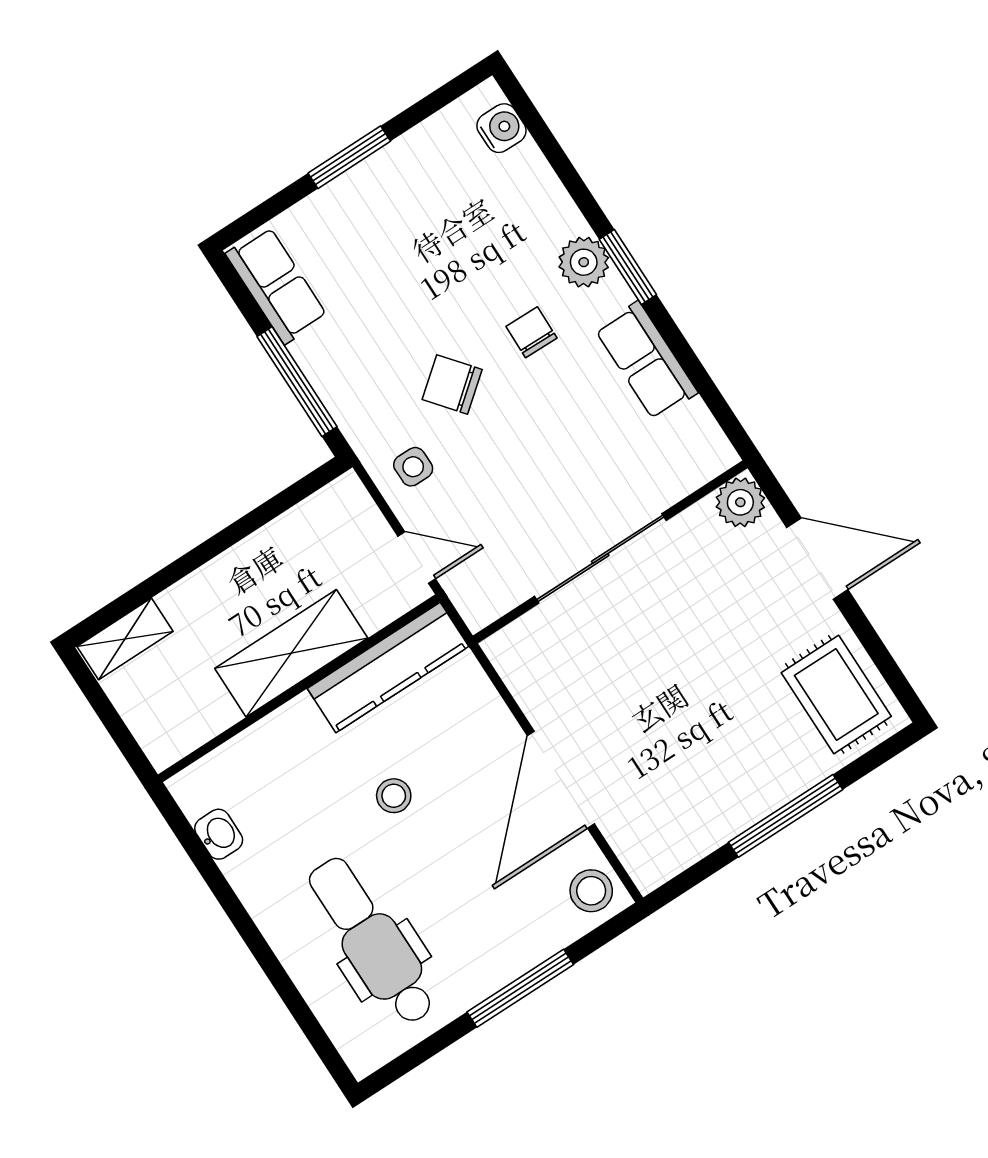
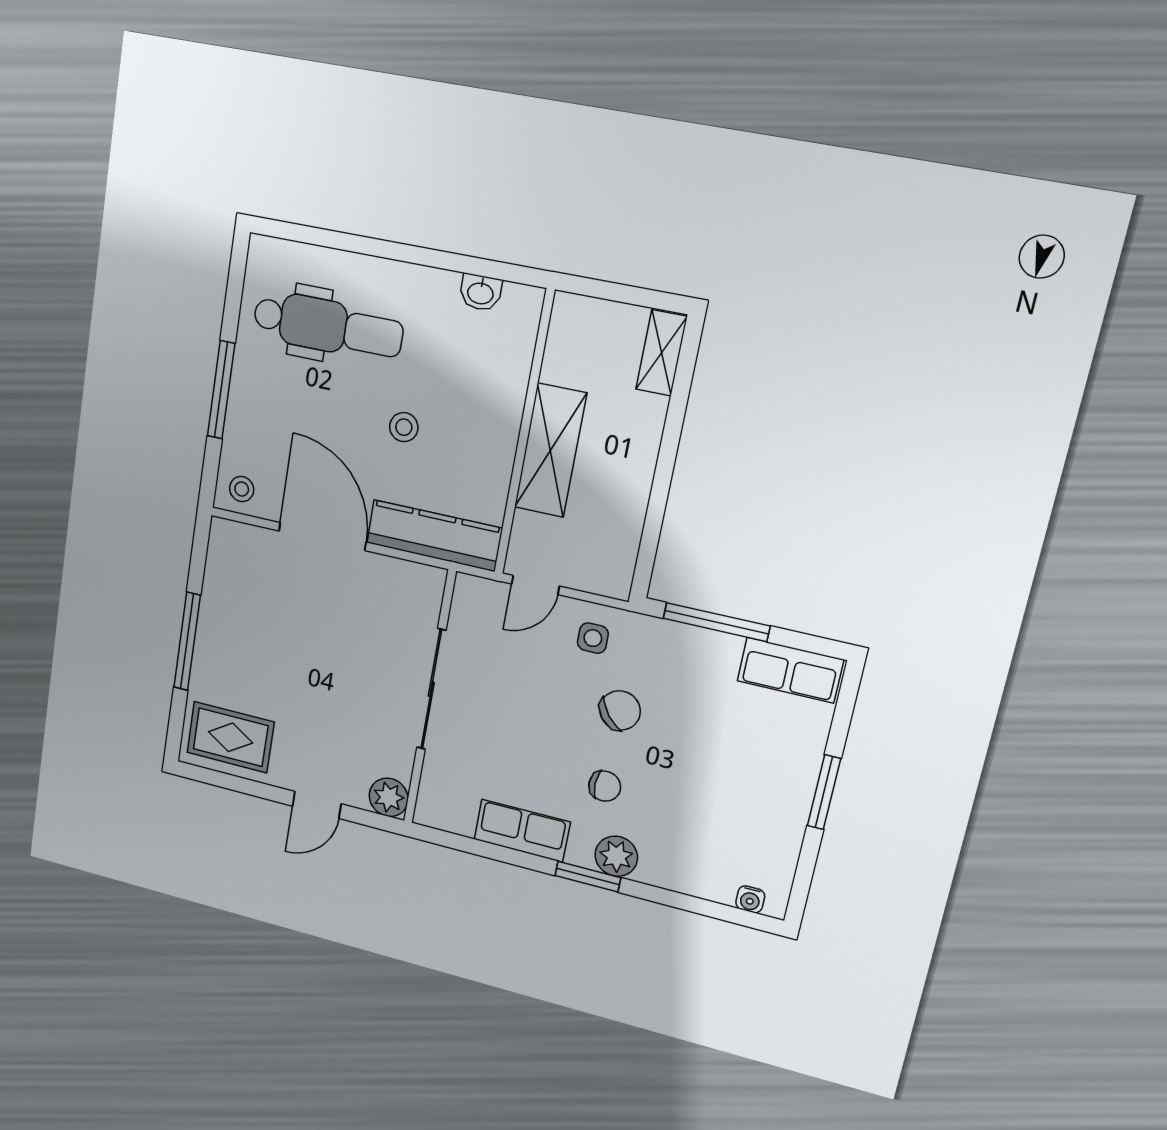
water cooler: (501, 128) -> (750, 899), width x0.72, depth x0.72
door: (817, 559) -> (317, 805), width x0.73
kitchen counter: (388, 667) -> (434, 536), moved, turned 90
stool: (591, 891) -> (242, 489), width x0.73, depth x0.73

